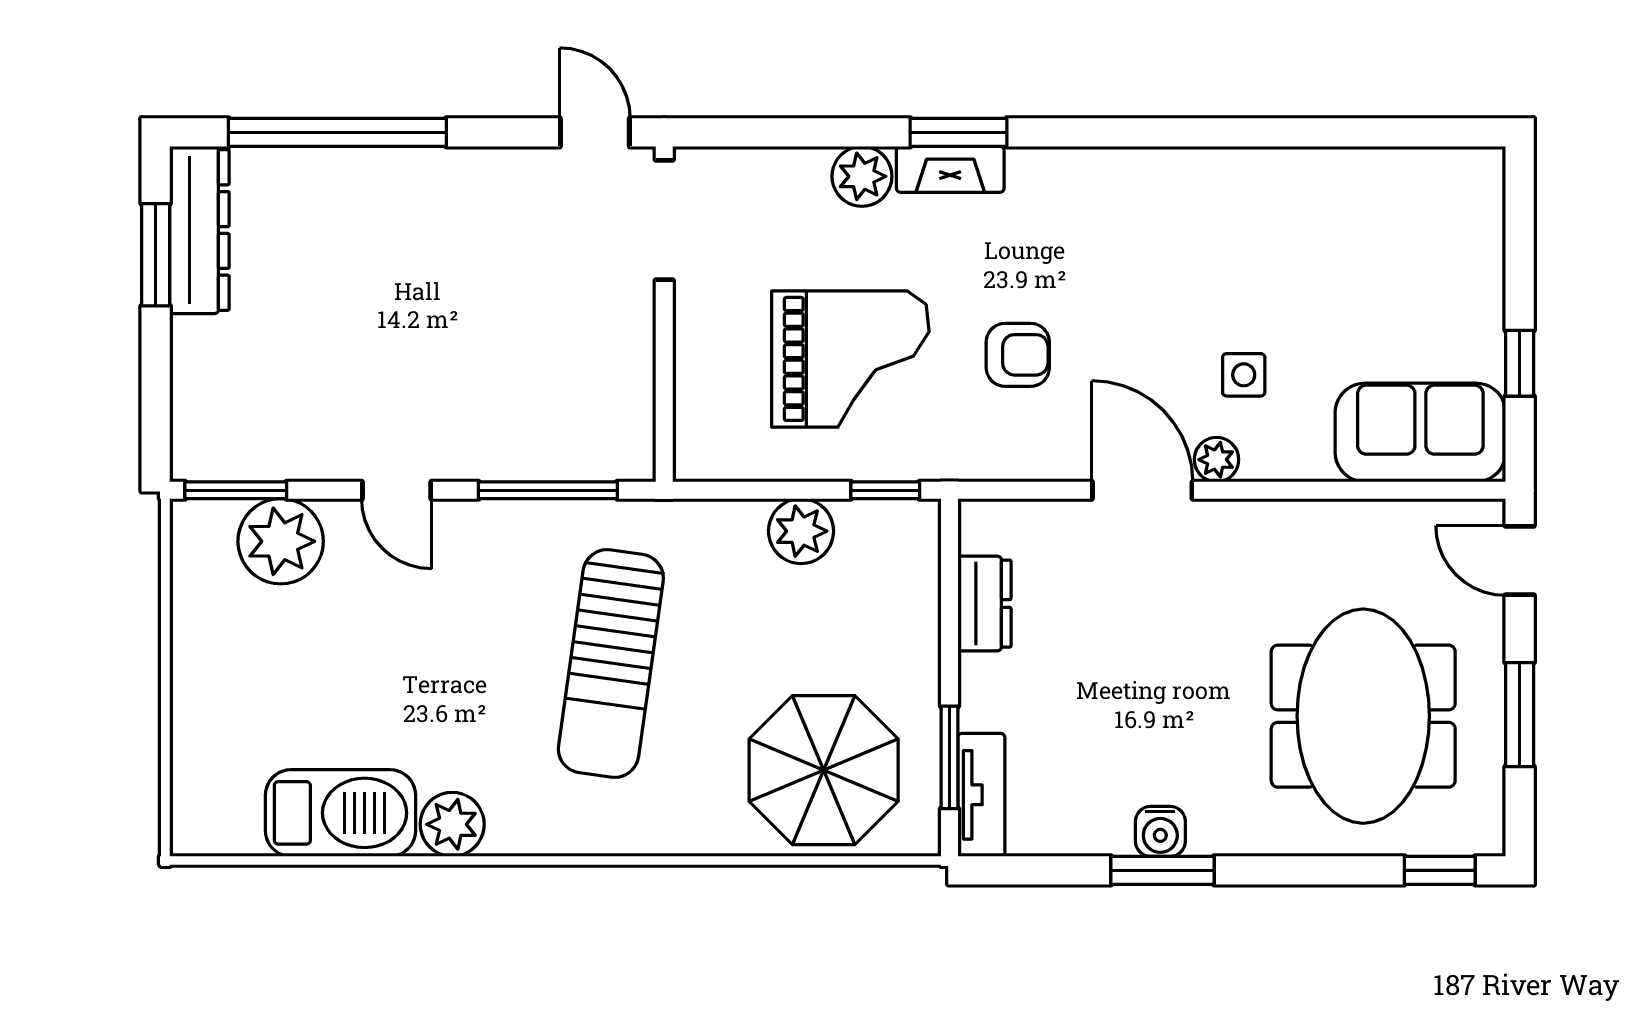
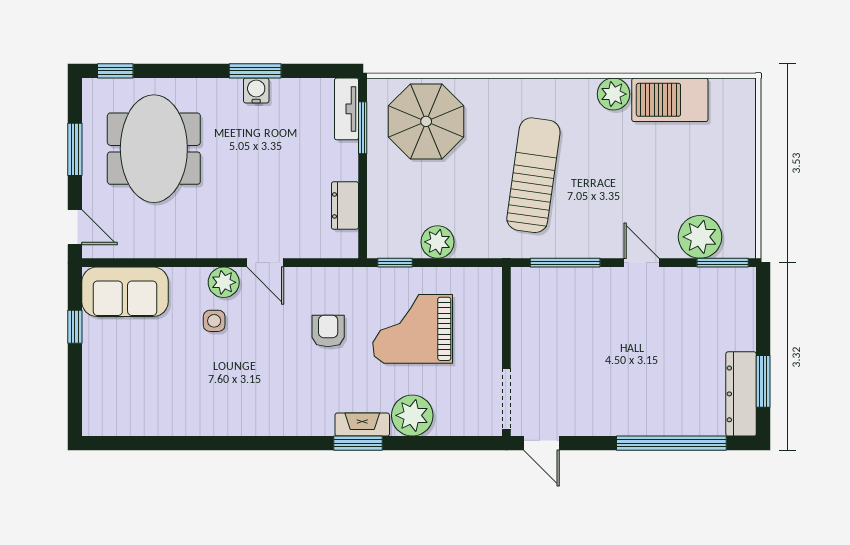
plant: (862, 176) -> (412, 415), width x1.36, depth x1.36
armchair: (1018, 355) -> (328, 331), turned 90
plant: (1216, 460) -> (224, 282), width x1.38, depth x1.38
door: (1142, 490) -> (265, 263), width x0.73

